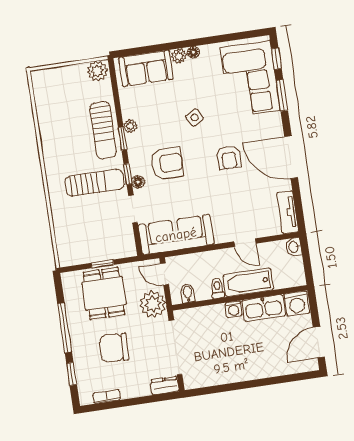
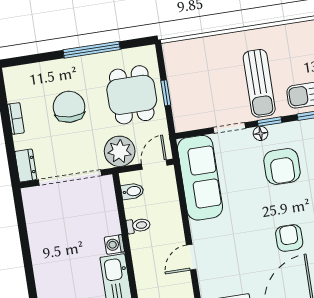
armchair: (229, 157) -> (289, 238), turned 90
bathtub: (248, 282) -> (145, 261), removed
dining table: (104, 293) -> (132, 95), turned 90
window: (72, 374) -> (39, 58), removed
bookcase: (107, 396) -> (16, 118), moved

